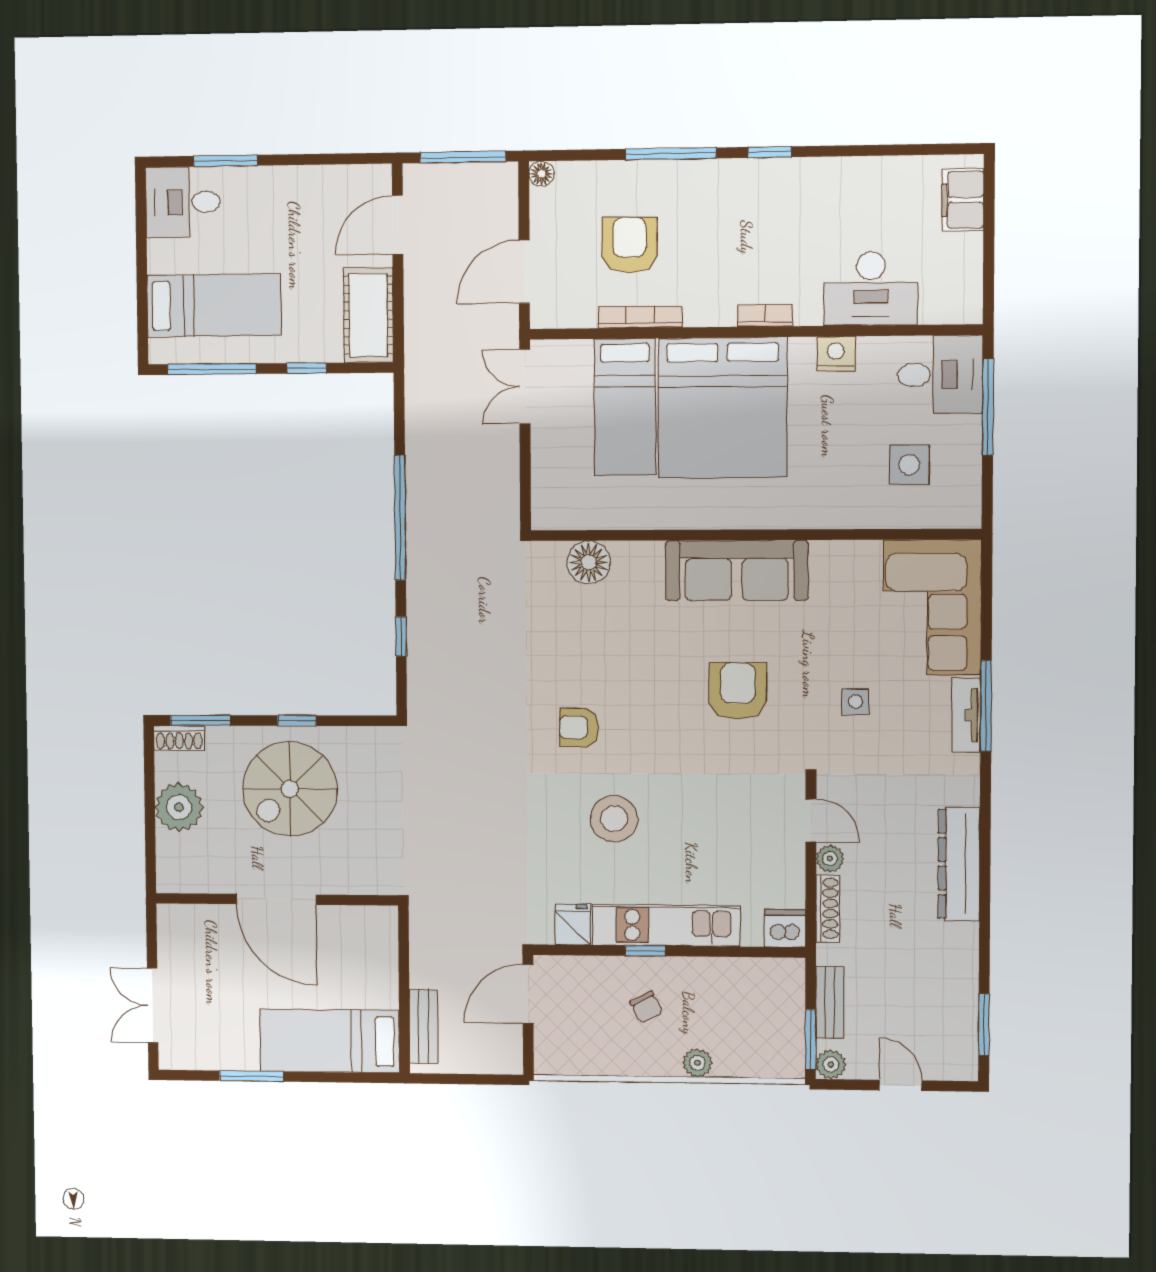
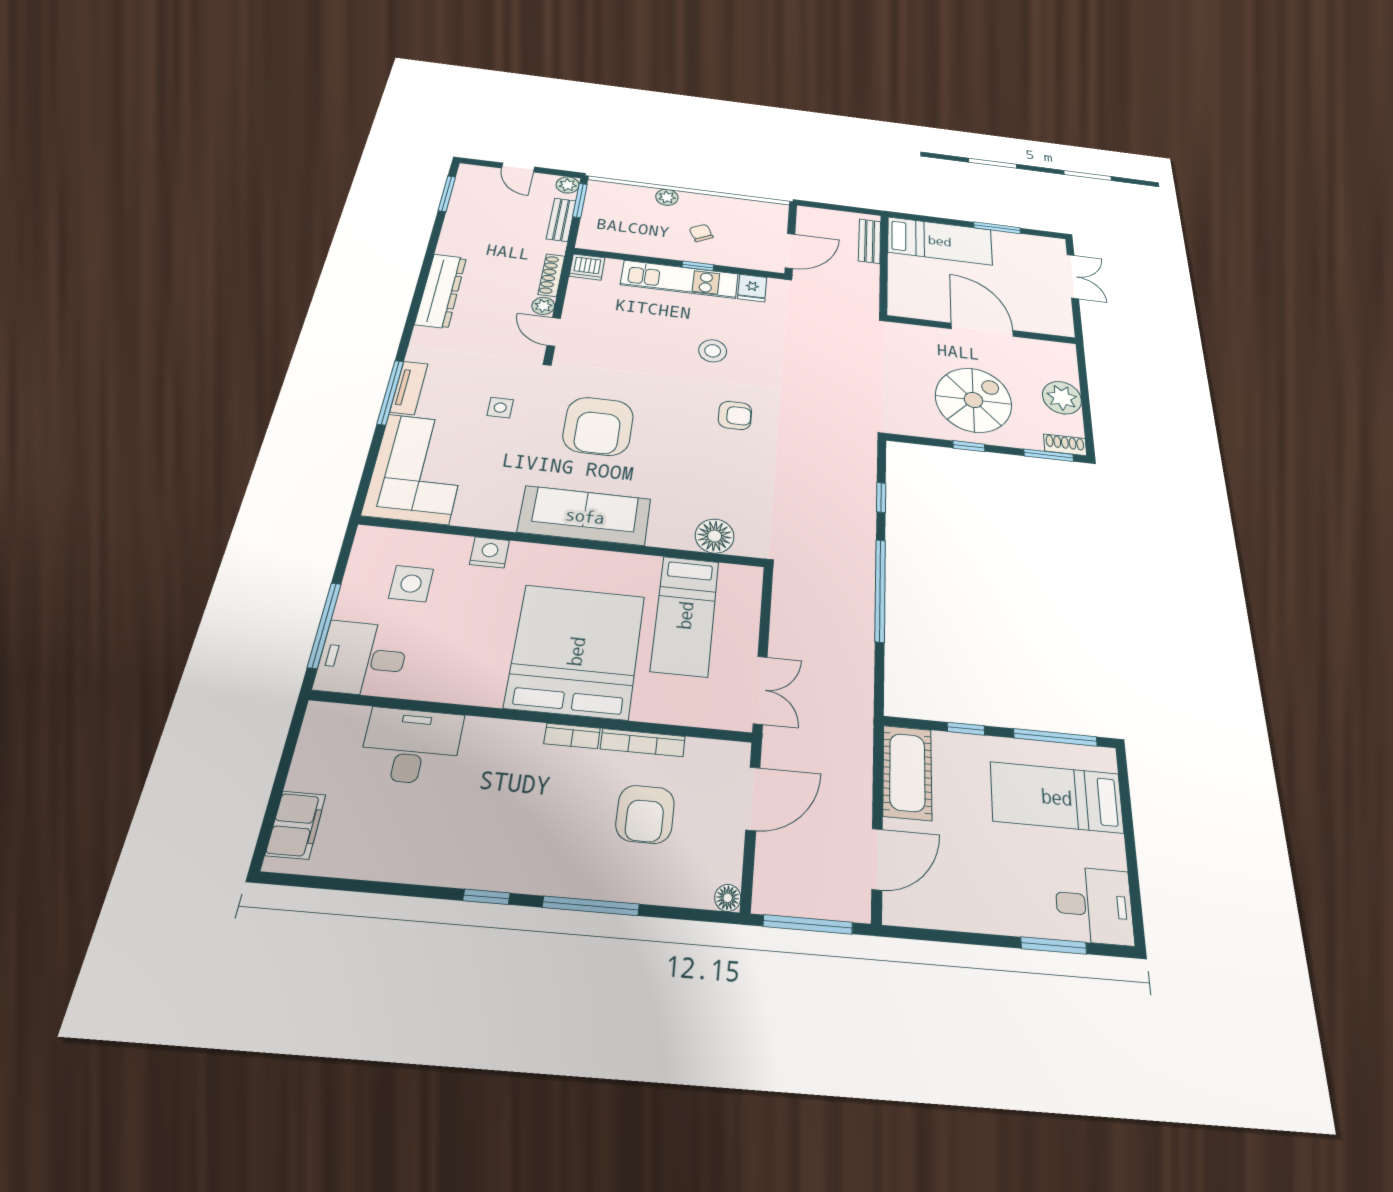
bookcase: (765, 316) -> (572, 736), moved
nightstand: (836, 354) -> (490, 552), moved, turned 180
bed: (625, 407) -> (685, 615), moved, turned 180
armchair: (738, 691) -> (598, 426), width x1.36, depth x1.36
stool: (614, 819) -> (713, 351), width x0.73, depth x0.73

